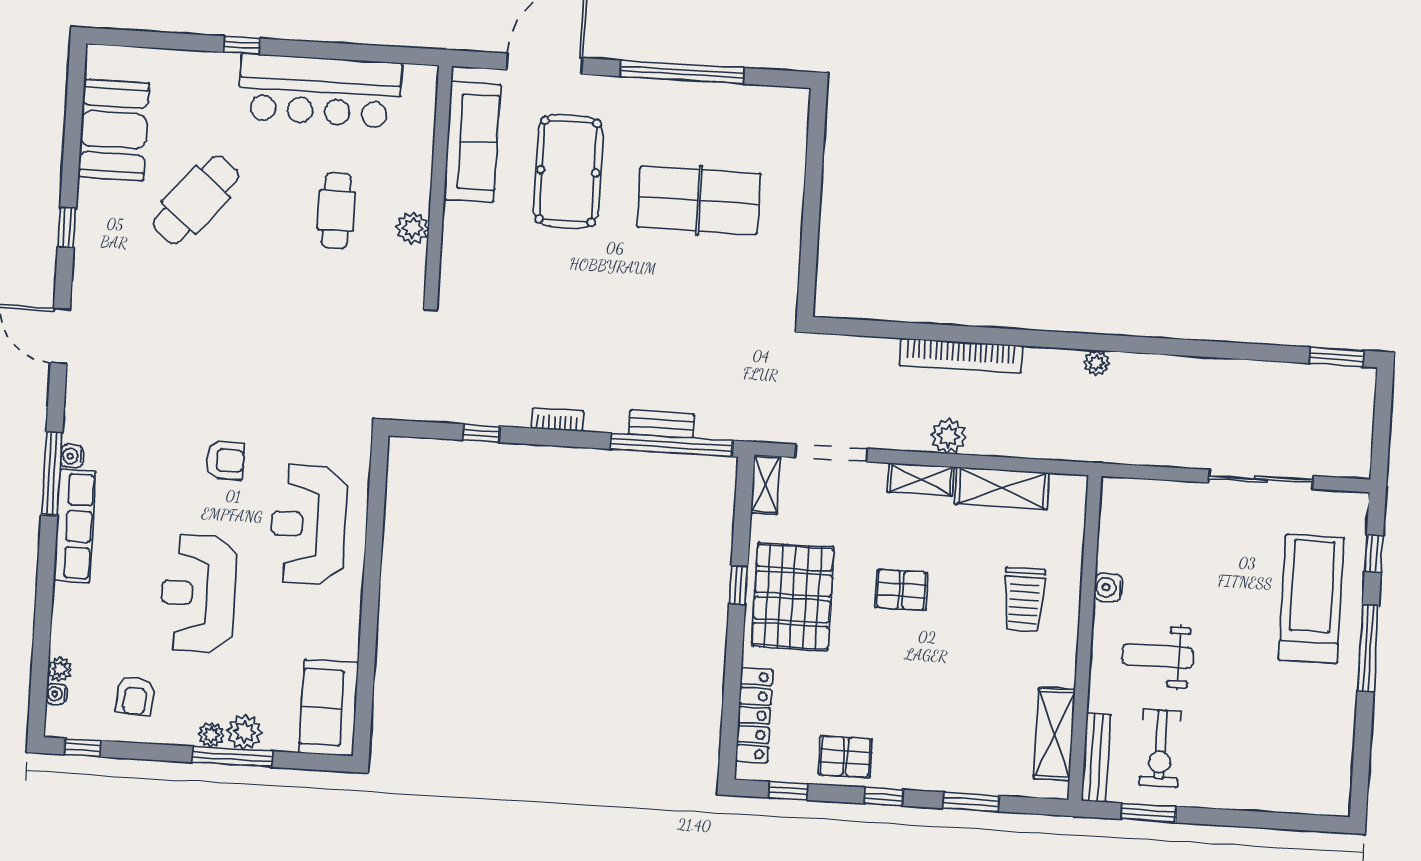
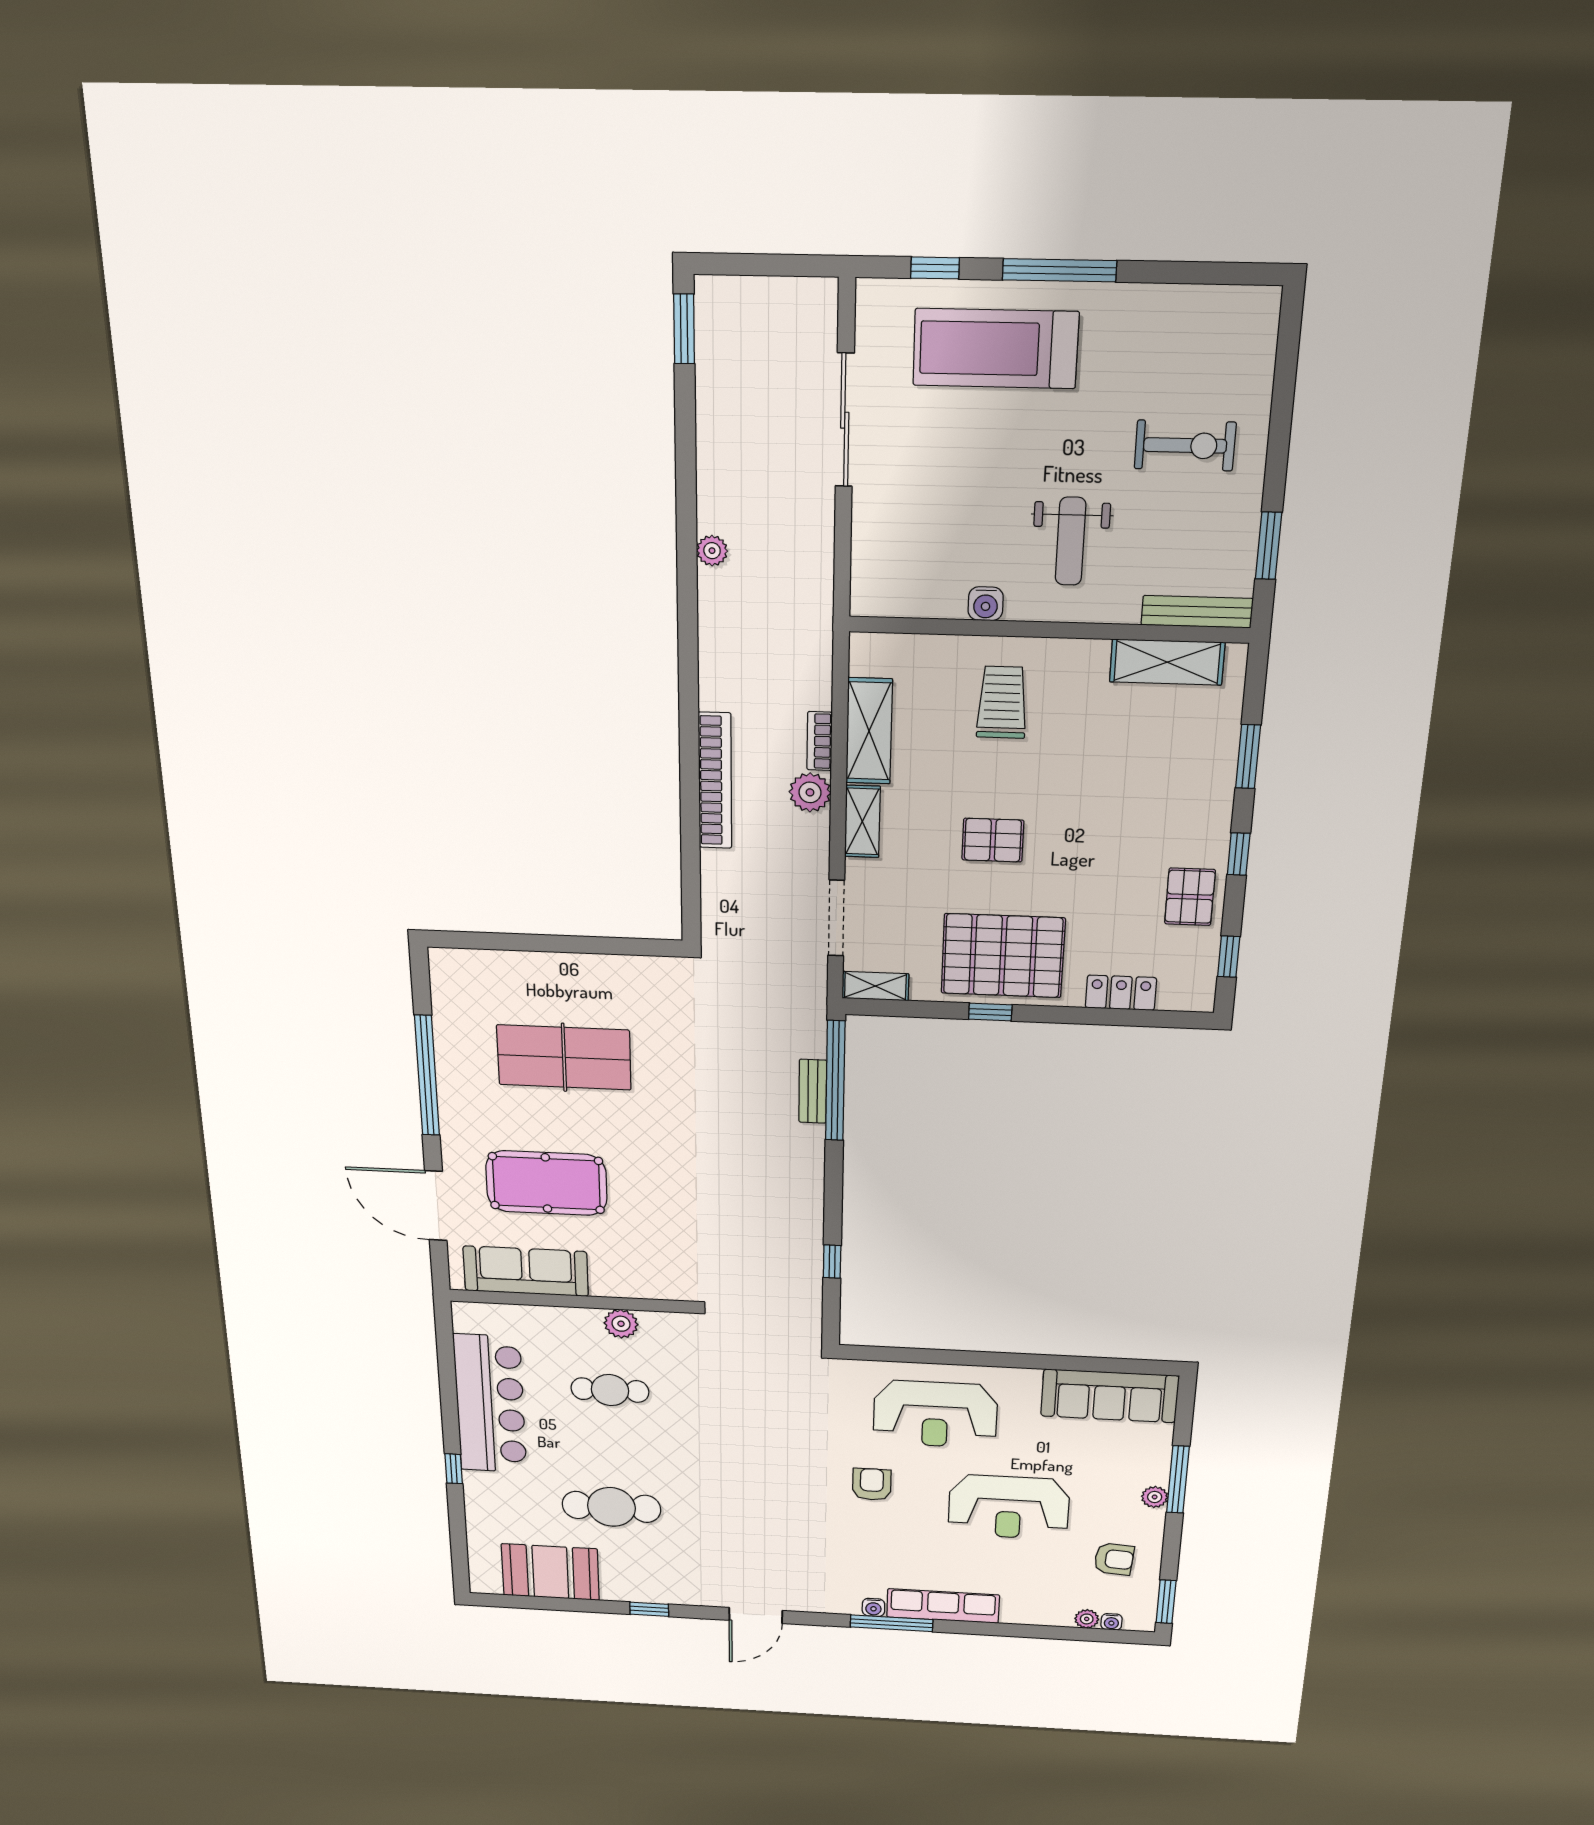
cafe table: (196, 200) -> (611, 1507), turned -40
table tennis table: (699, 200) -> (564, 1057), turned 90
plant: (1097, 363) -> (712, 551), moved
bookcase: (557, 420) -> (820, 741), moved
pallet: (901, 590) -> (993, 840), turned 90
trolley: (1024, 599) -> (1002, 702), turned -90
sofa: (329, 708) -> (1110, 1396), width x1.36
locker: (754, 715) -> (1121, 993), width x0.66
plant: (245, 732) -> (1152, 1469), removed
window: (83, 748) -> (1166, 1602), width x1.50
exercise bike: (1160, 748) -> (1185, 445), moved

